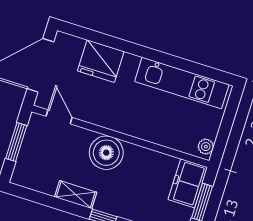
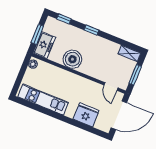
boiler: (106, 153) -> (72, 59), moved
shelving: (76, 195) -> (129, 54), moved

